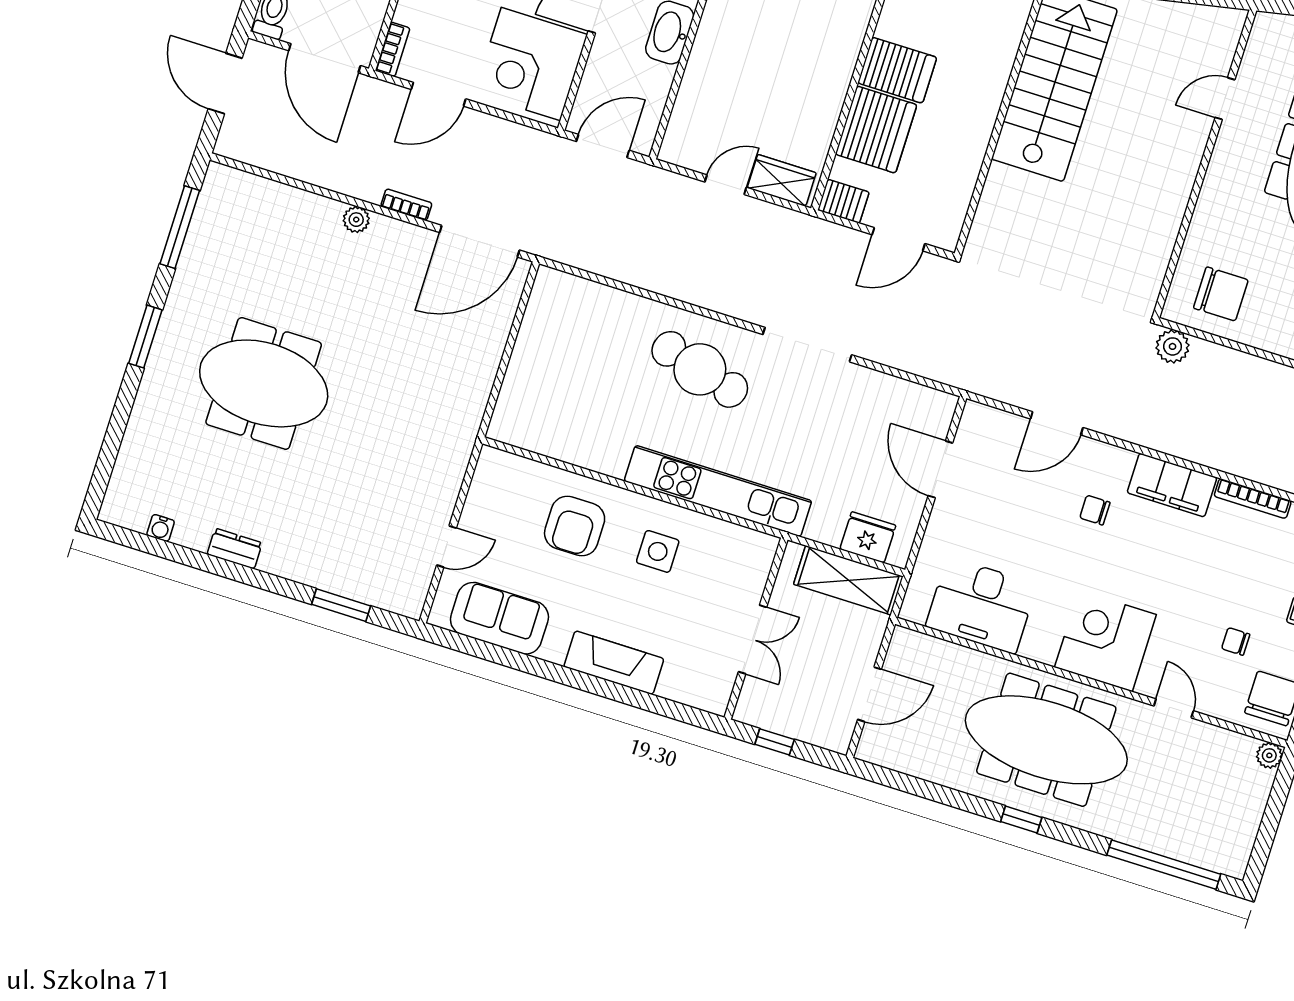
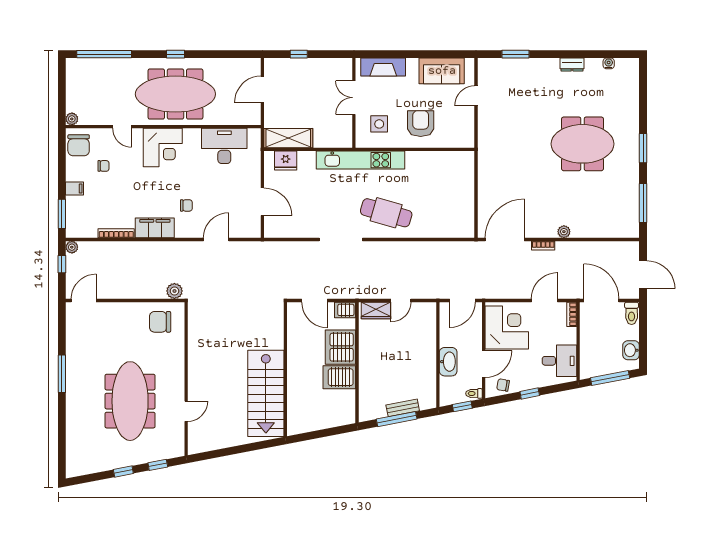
door: (898, 239) -> (314, 300), swing flipped
wall: (756, 629) -> (354, 103), moved
double door: (753, 639) -> (354, 98), moved

